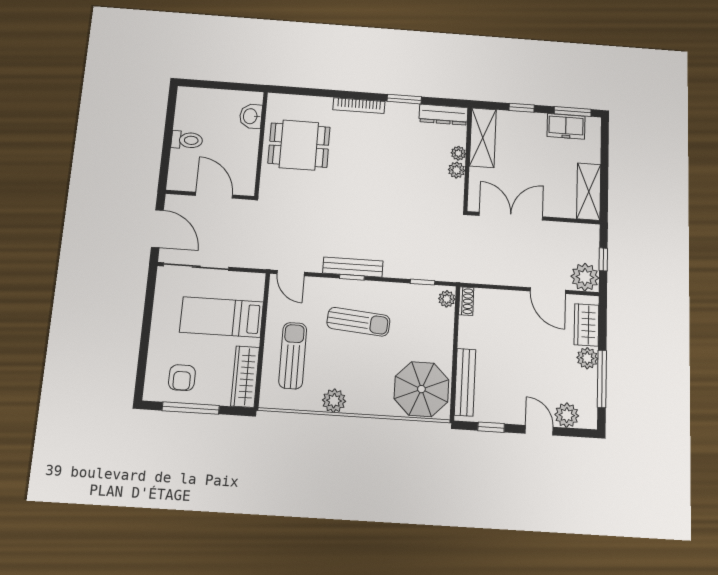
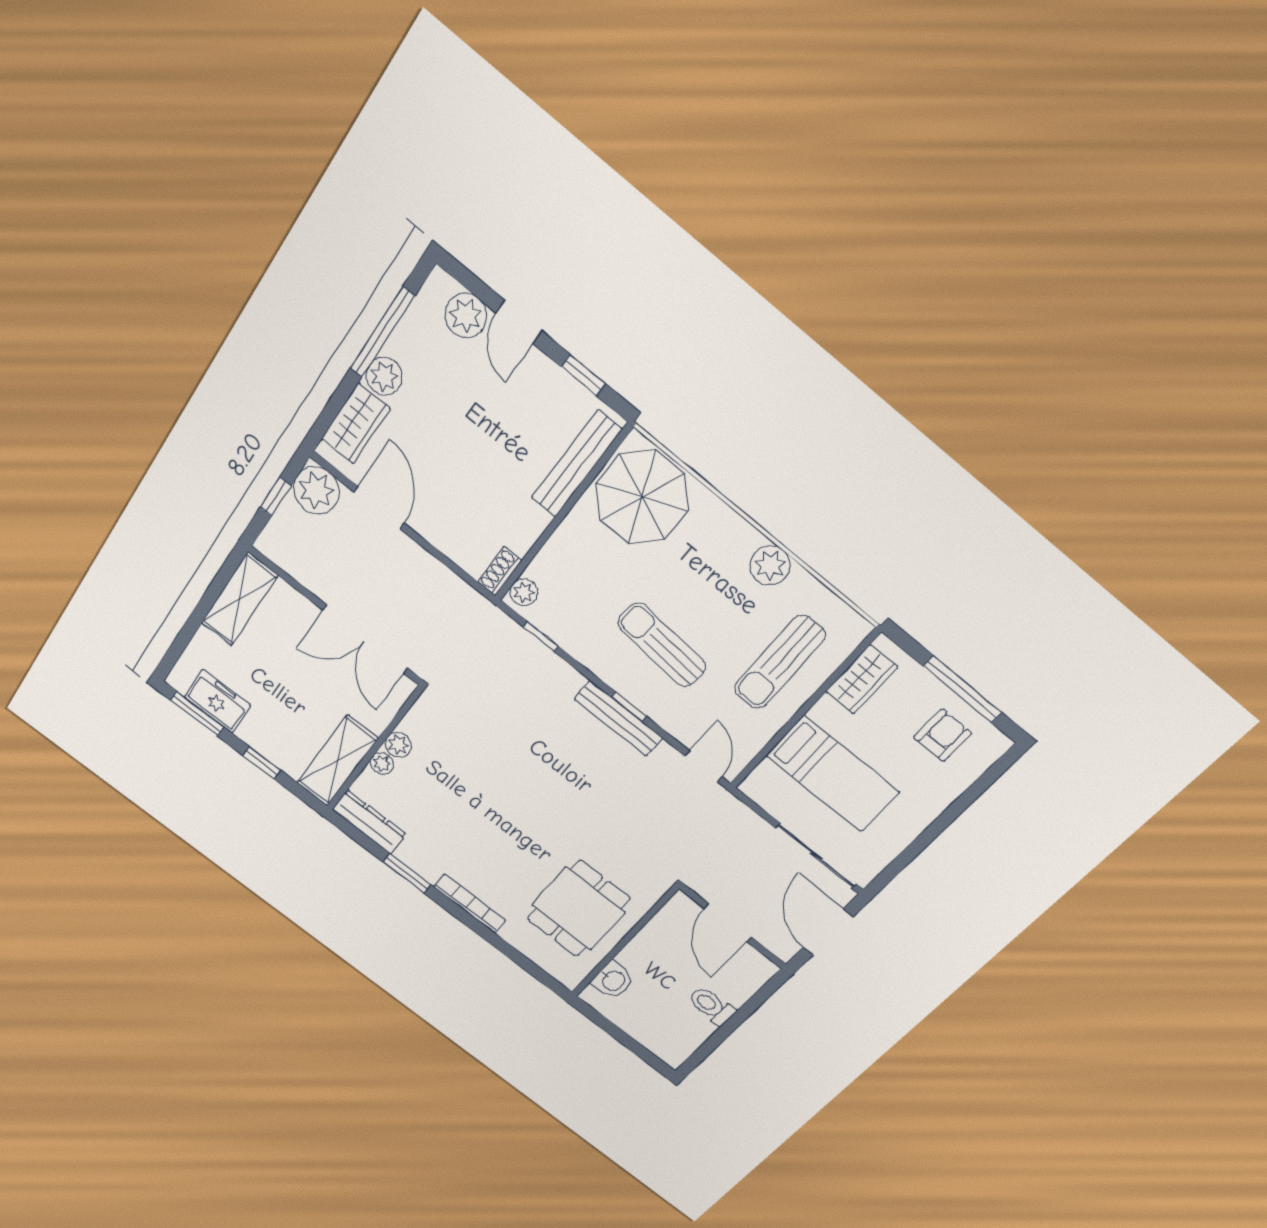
dining table: (299, 145) -> (578, 909), turned 90
wardrobe: (245, 377) -> (862, 679), width x0.67

